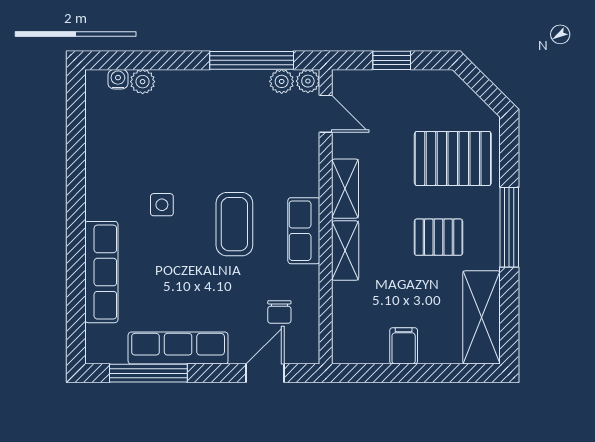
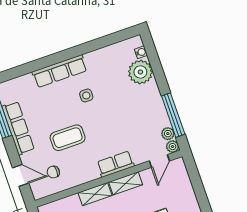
window: (392, 60) -> (197, 184), removed
plant: (143, 82) -> (140, 72), width x1.87, depth x1.87
coffee table: (234, 224) -> (68, 138), moved
row of seats: (304, 231) -> (116, 164), moved
row of seats: (101, 272) -> (60, 71), moved

